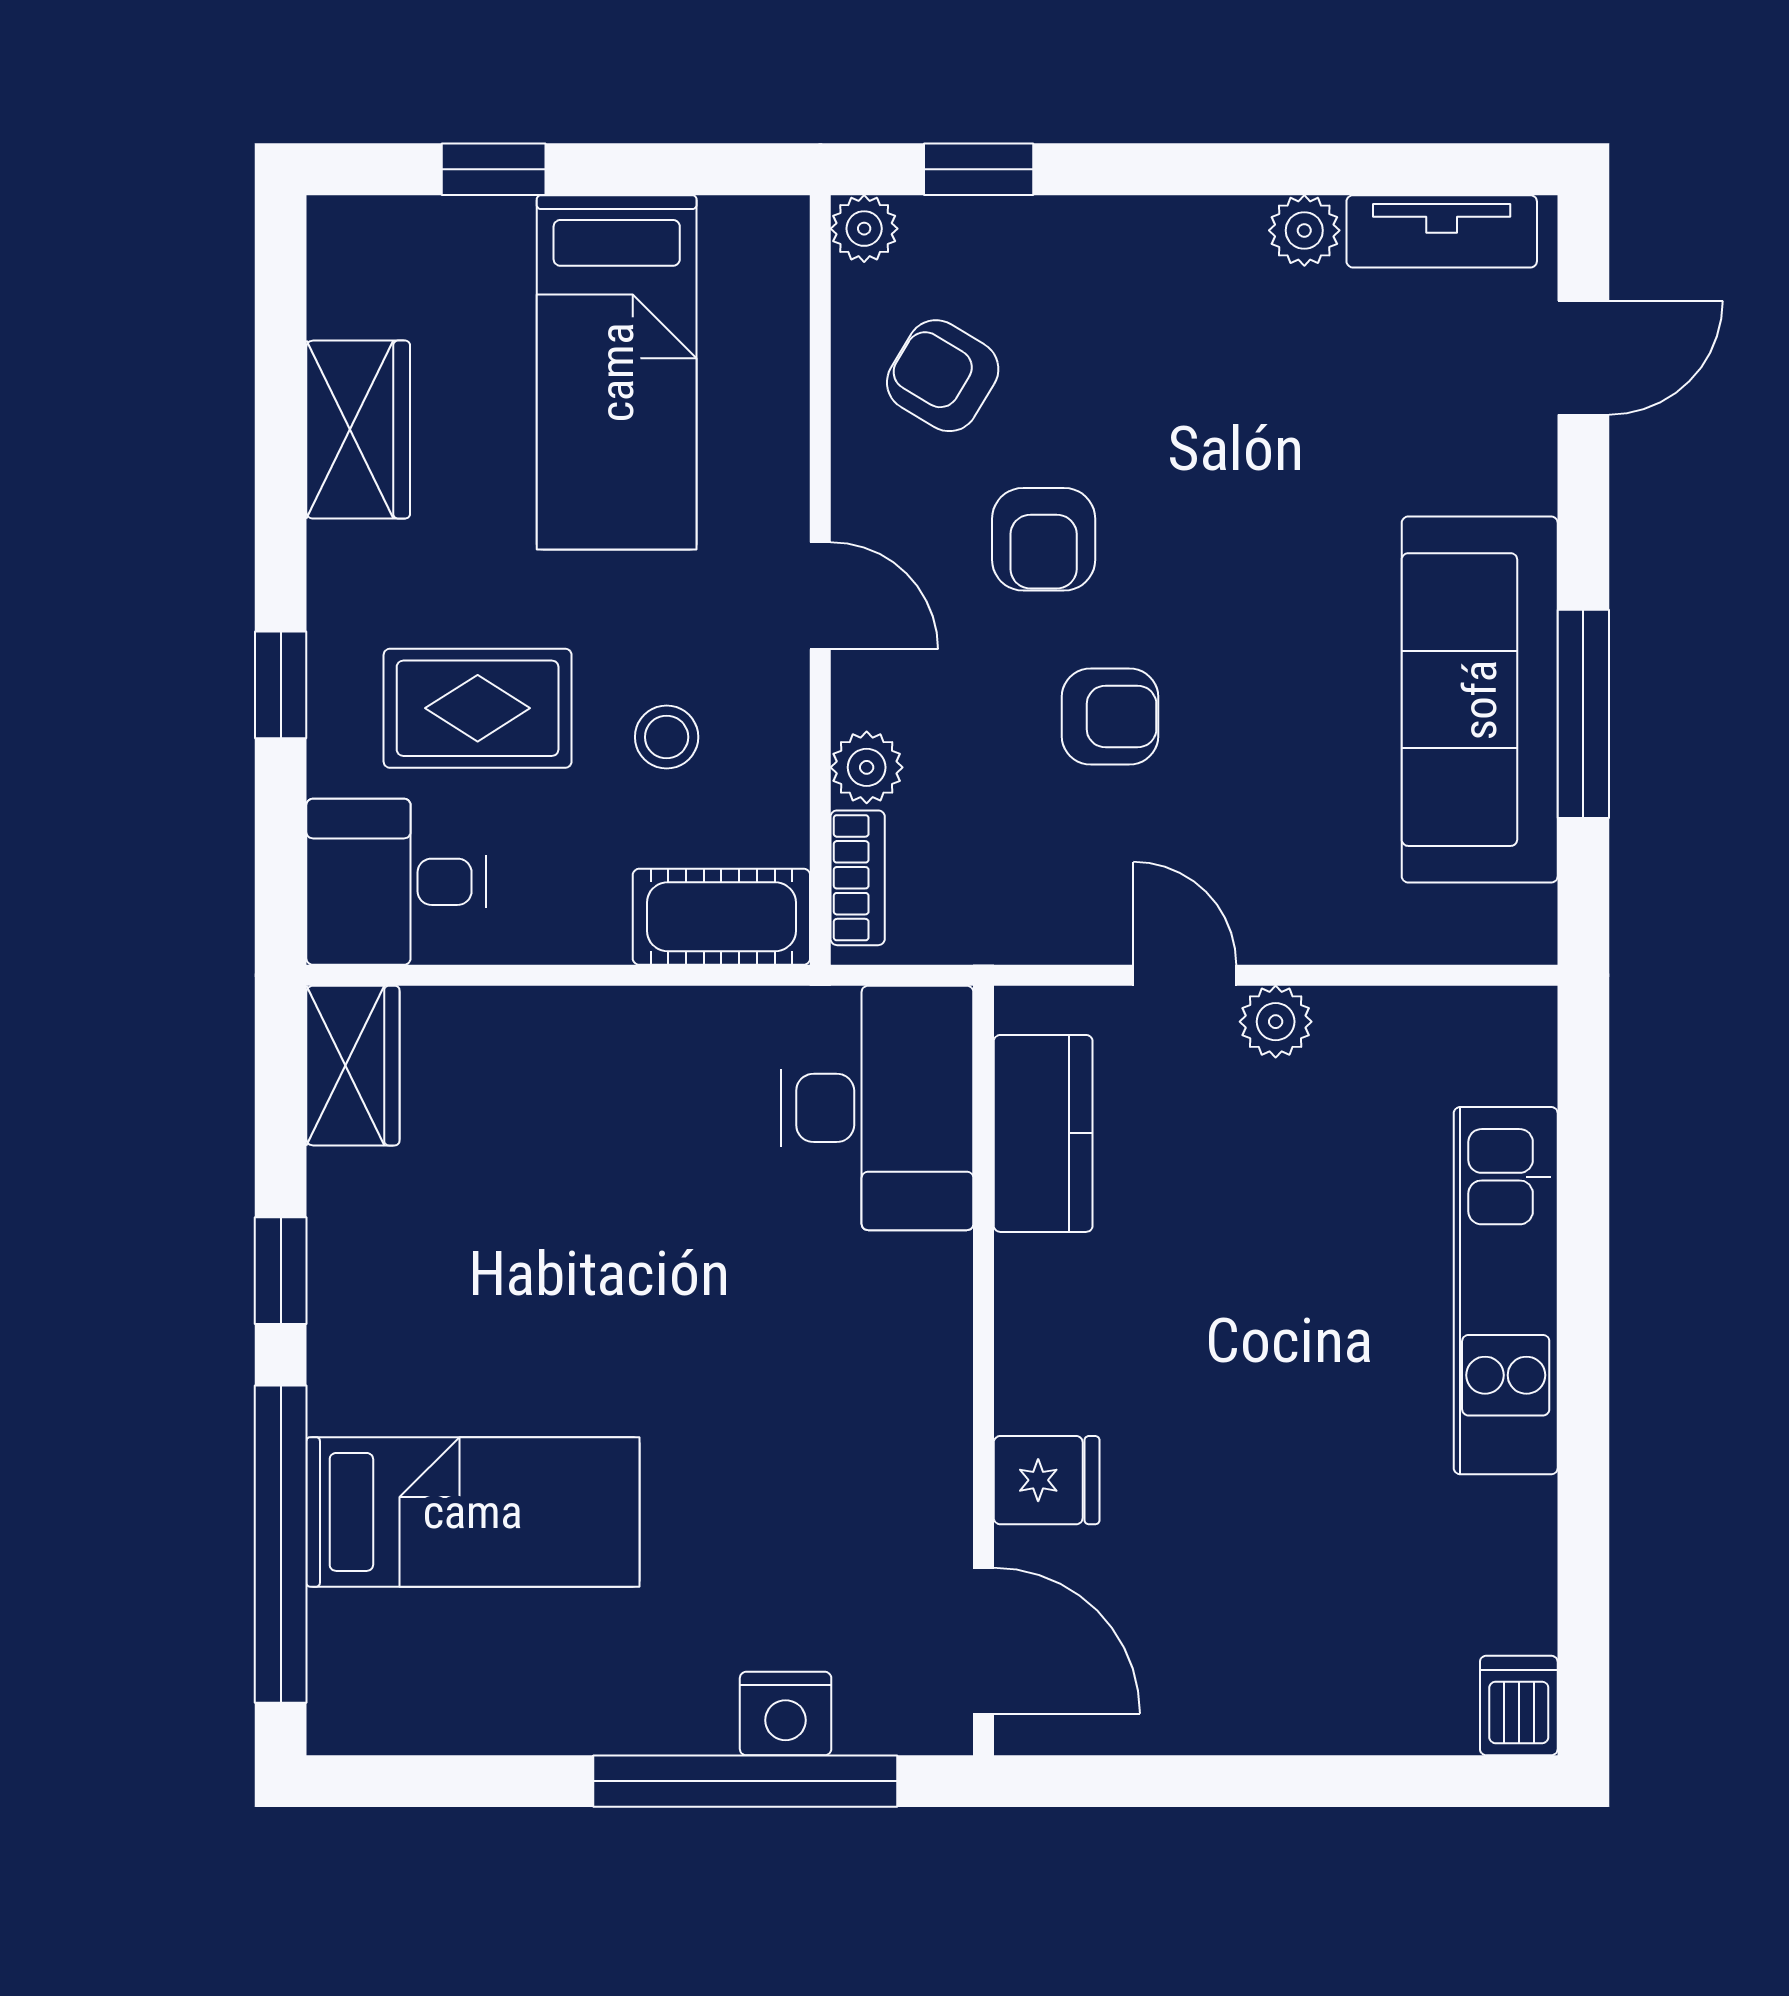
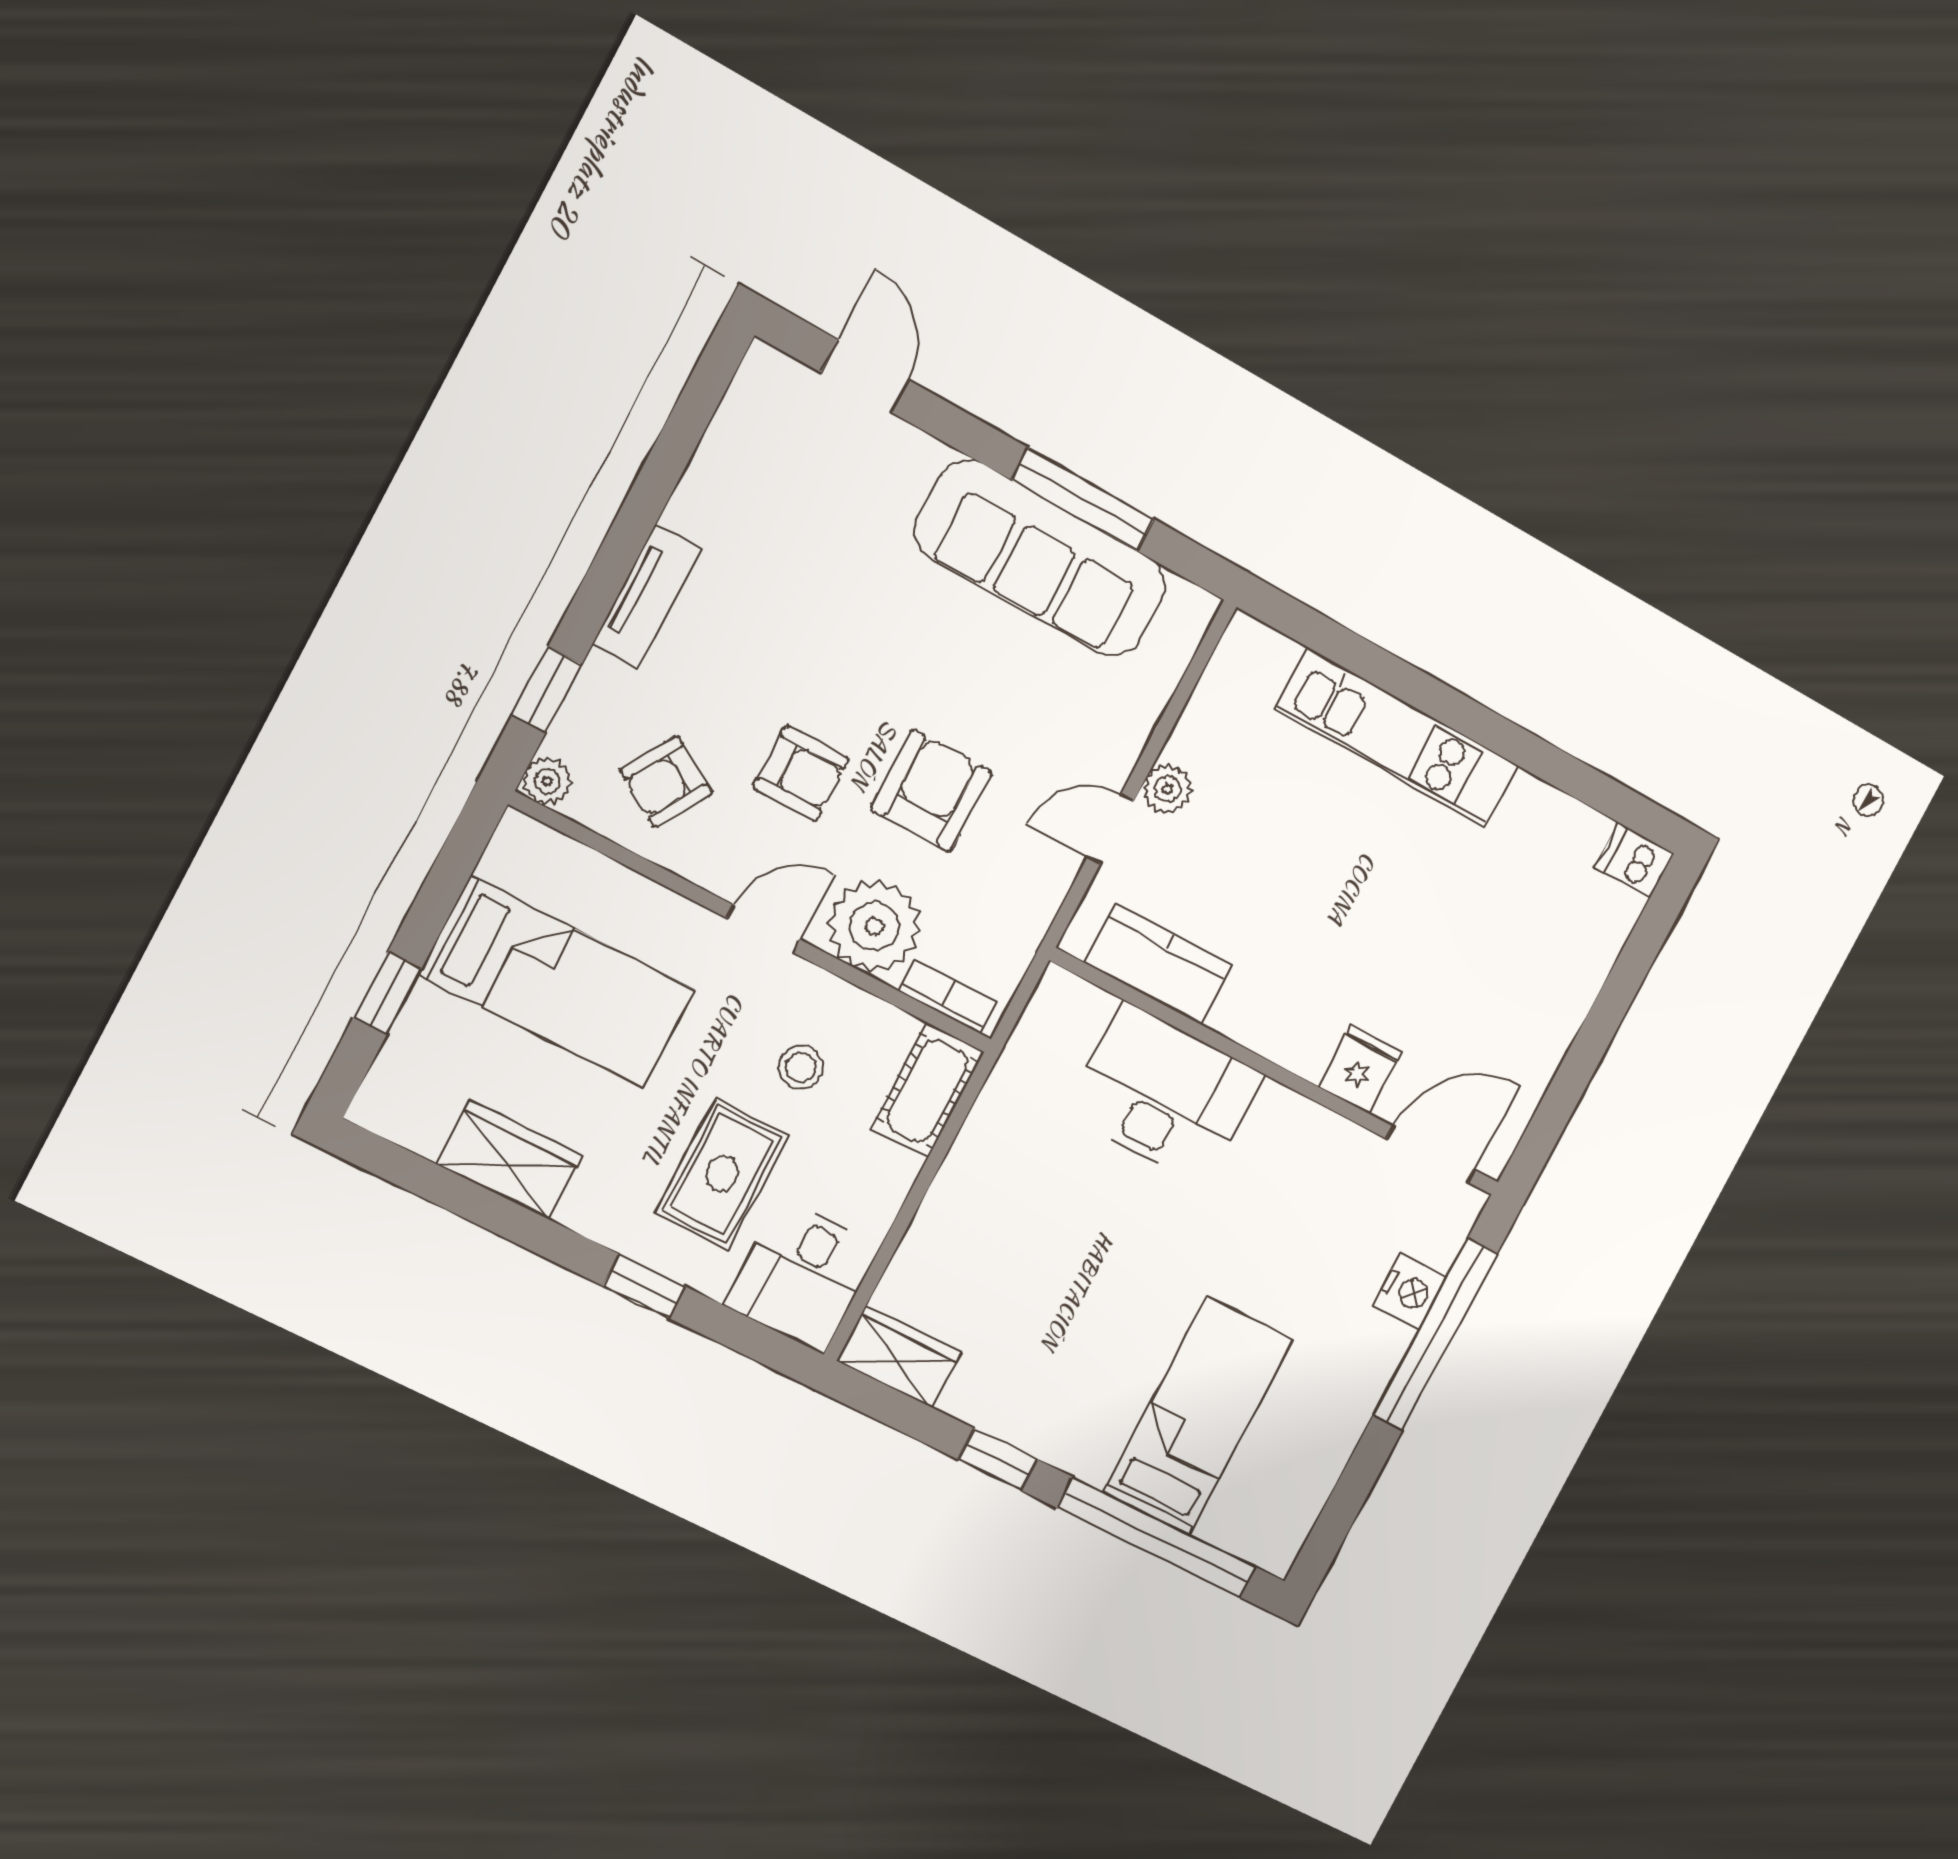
plant: (1304, 230) -> (693, 507), removed
tv unit: (1442, 231) -> (647, 596), moved
armchair: (1110, 717) -> (931, 791), width x1.38, depth x1.38
plant: (867, 767) -> (875, 926), width x1.88, depth x1.88
desk: (877, 1108) -> (1164, 1094), moved

